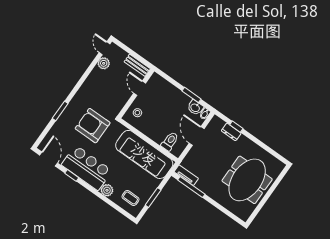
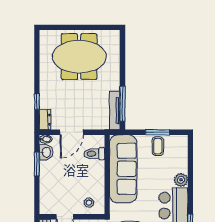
dresser: (231, 132) -> (45, 120), moved
tv unit: (186, 175) -> (115, 111), width x1.41
coffee table: (130, 198) -> (158, 146), moved

